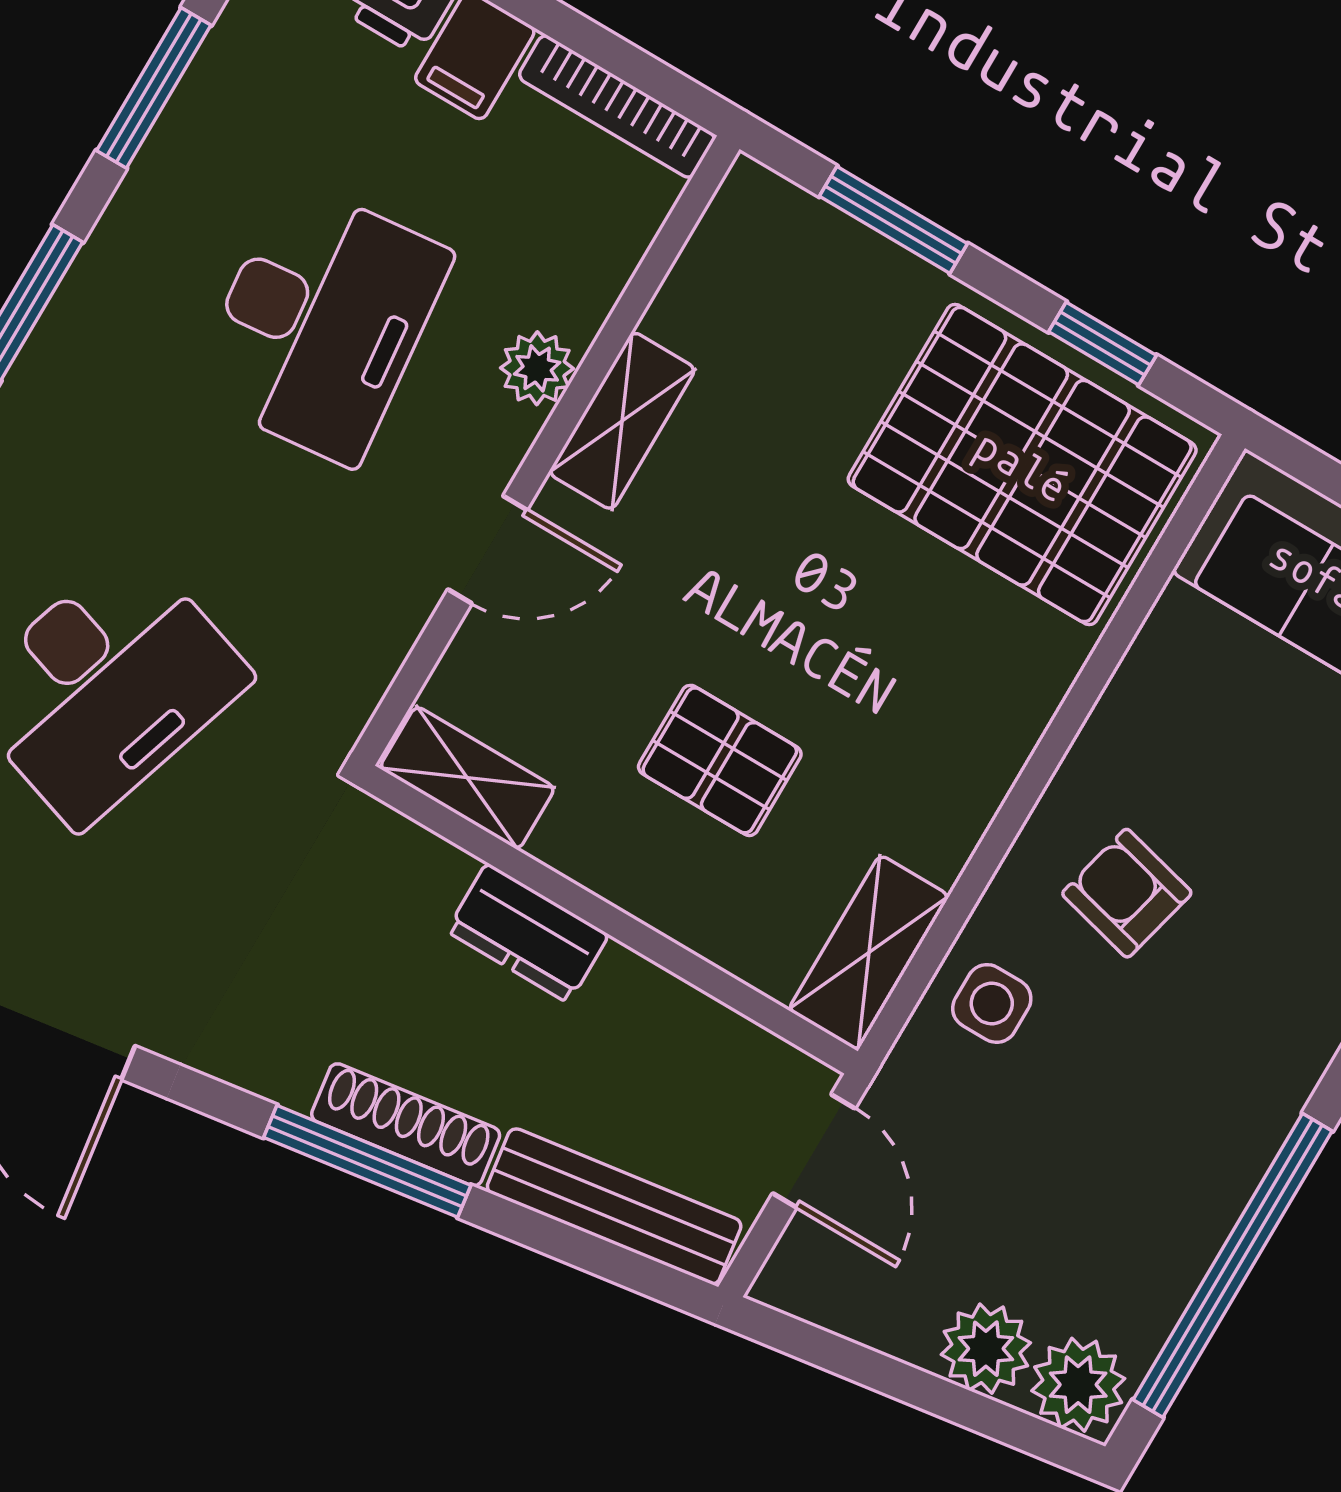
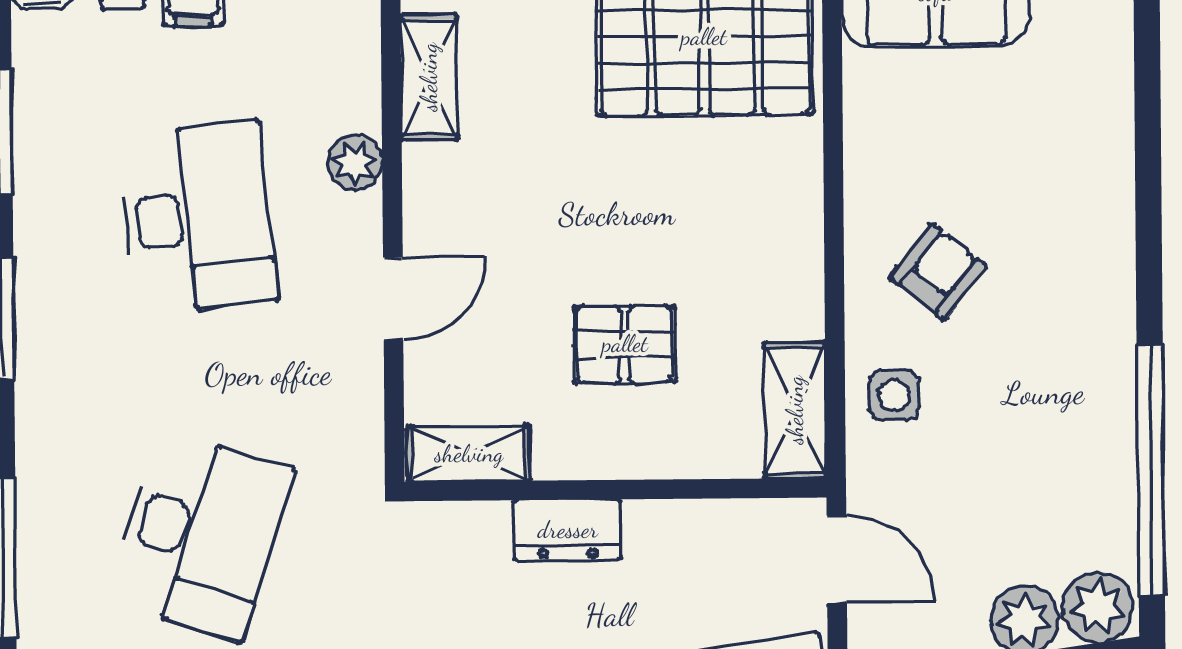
shelving: (622, 421) -> (429, 77), moved
armchair: (1127, 893) -> (938, 272), turned 114

